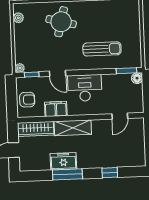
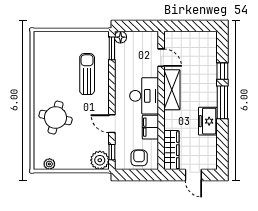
plant: (20, 68) -> (100, 160), width x1.87, depth x1.87
door: (58, 73) -> (112, 124), swing flipped
desk: (85, 88) -> (144, 96), moved, turned 180
shelving: (73, 128) -> (172, 90), moved
window: (67, 174) -> (222, 102), moved

